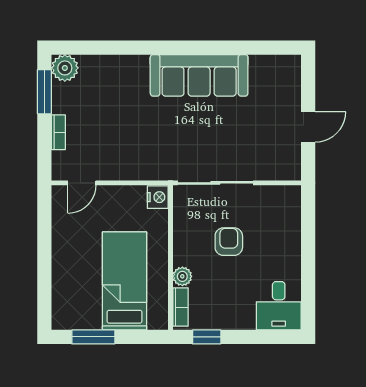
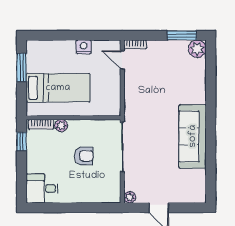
bookcase: (58, 132) -> (135, 45), moved
plant: (292, 172) -> (130, 197), added
nightstand: (158, 197) -> (84, 47), moved, turned 180

